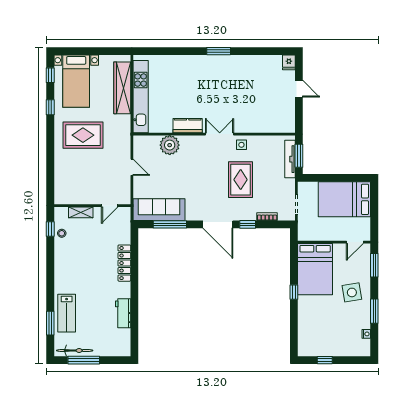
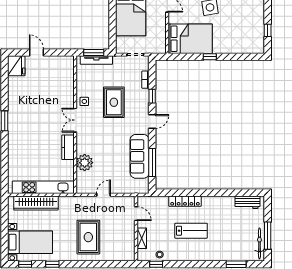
fridge: (289, 62) -> (16, 66), width x1.88, depth x1.34
door: (299, 89) -> (36, 53), hinge flipped
rug: (83, 135) -> (88, 237), moved
rug: (241, 180) -> (114, 102), turned 90
sofa: (159, 210) -> (140, 156), moved
door: (218, 224) -> (152, 121), width x0.53
lab bench: (67, 313) -> (191, 231), moved
workbench: (123, 313) -> (247, 202), moved

